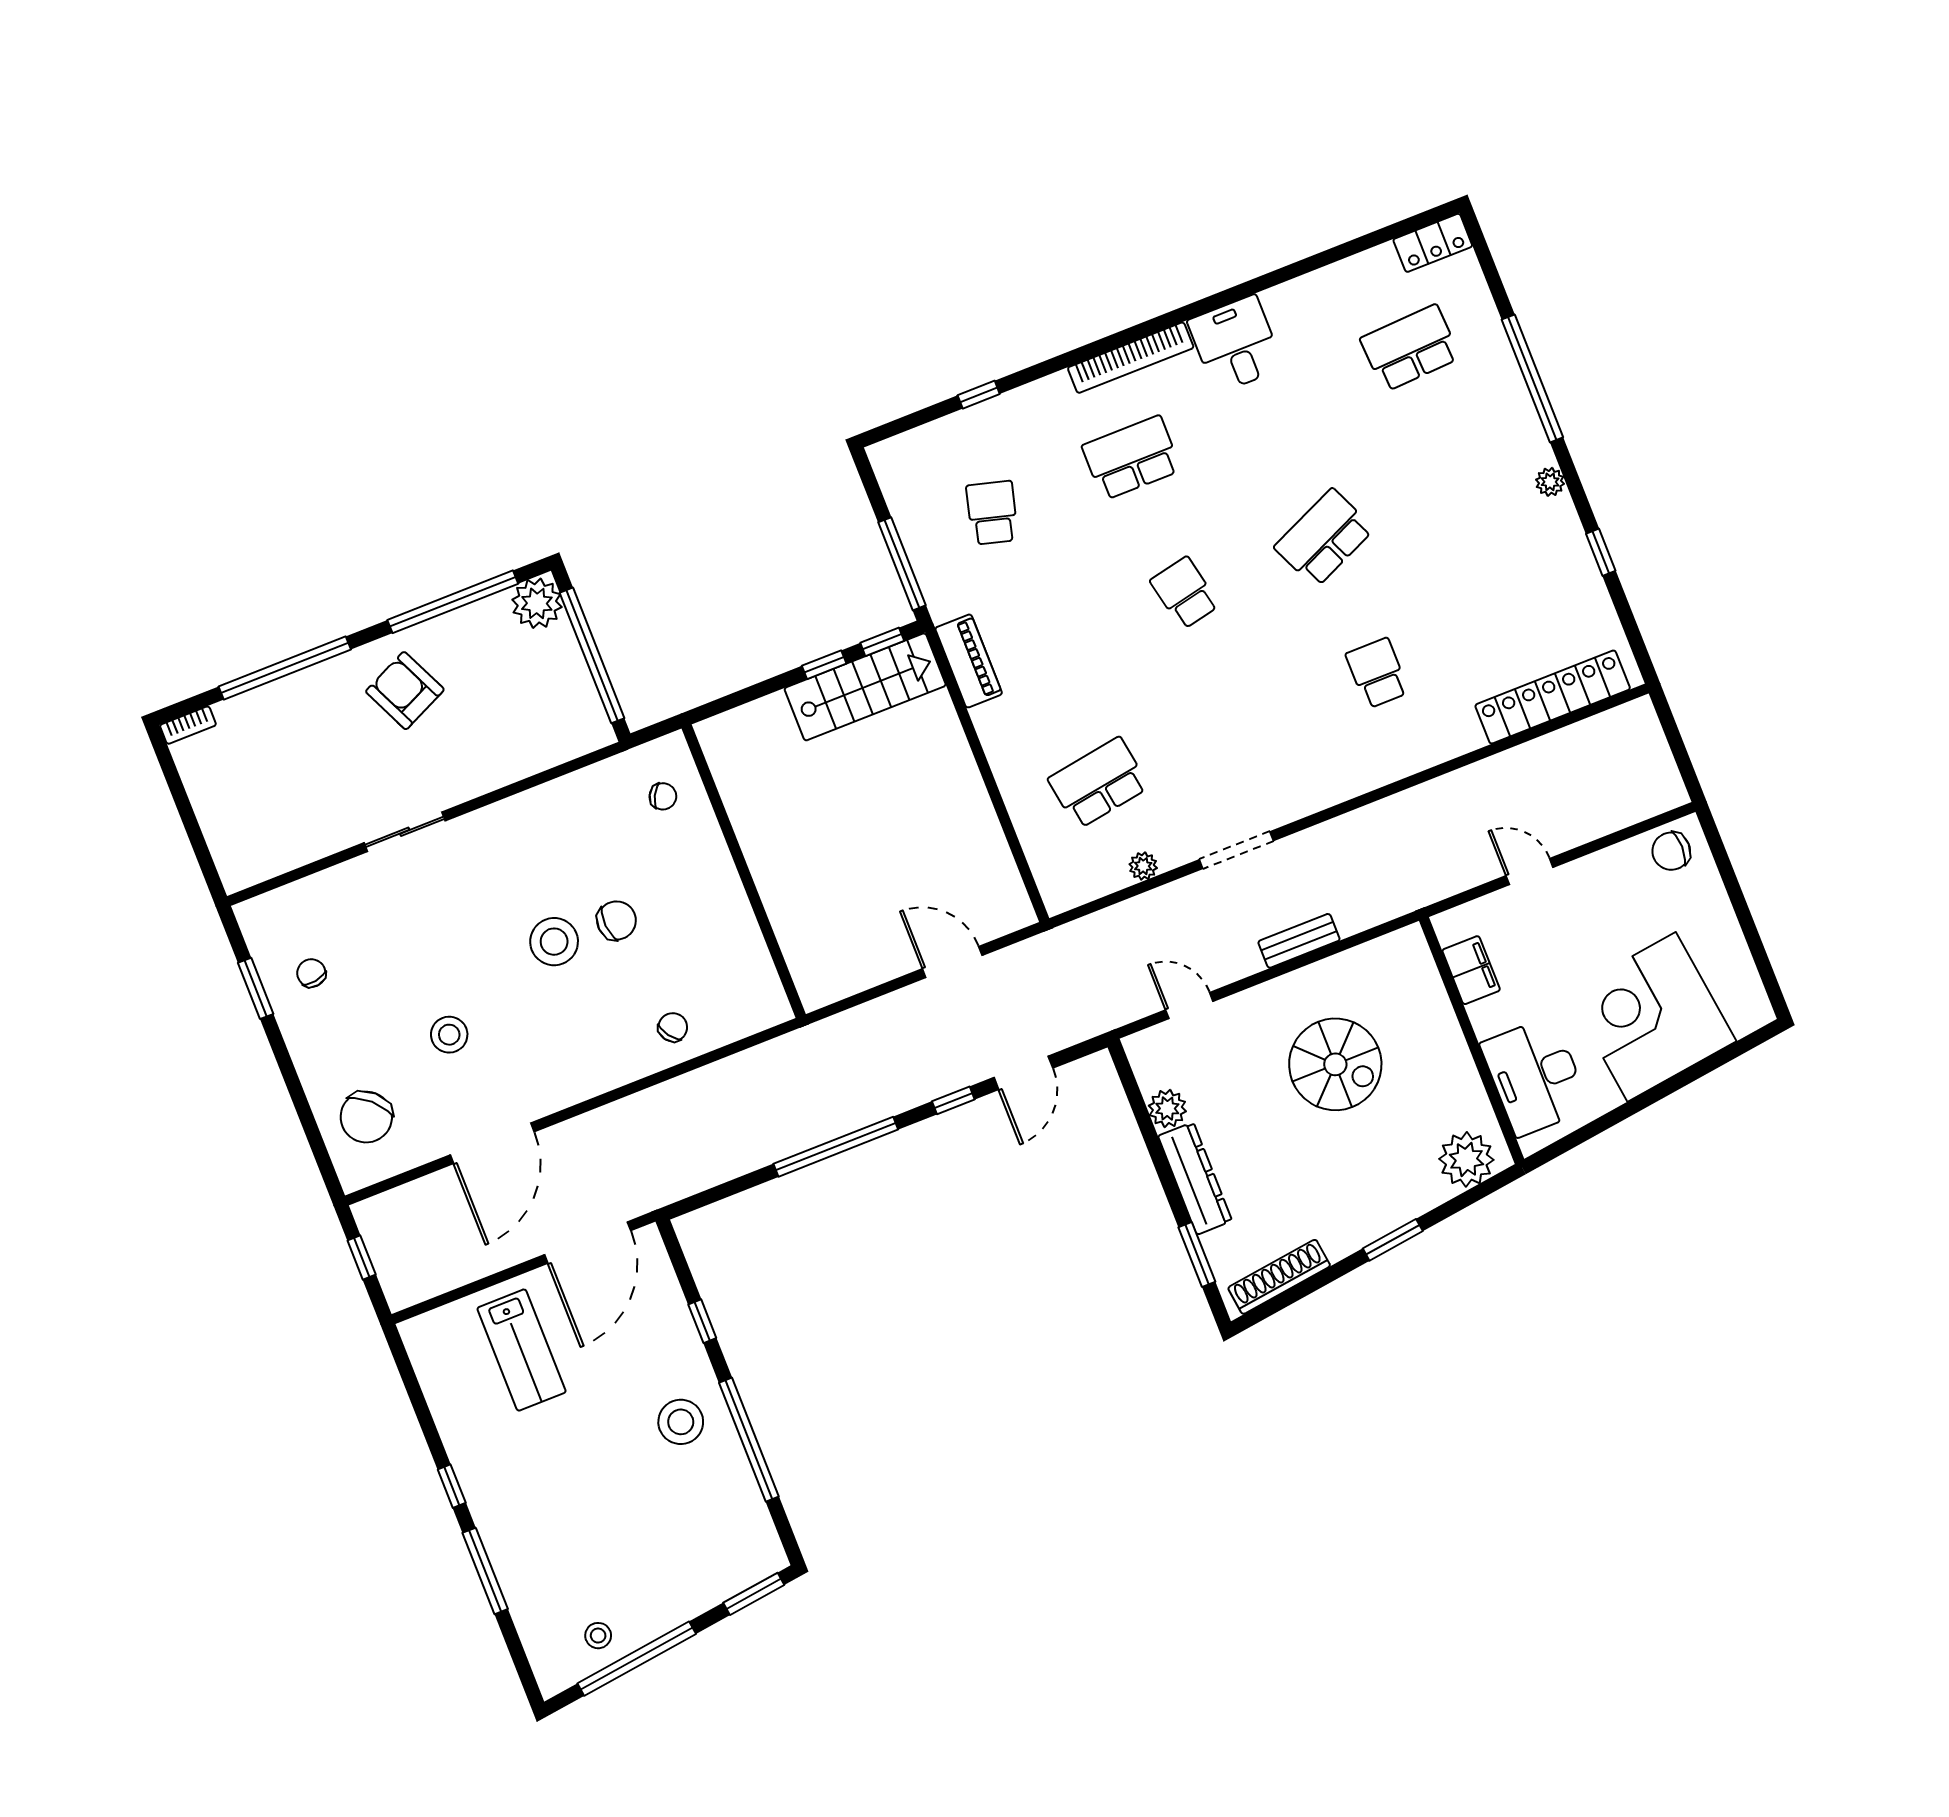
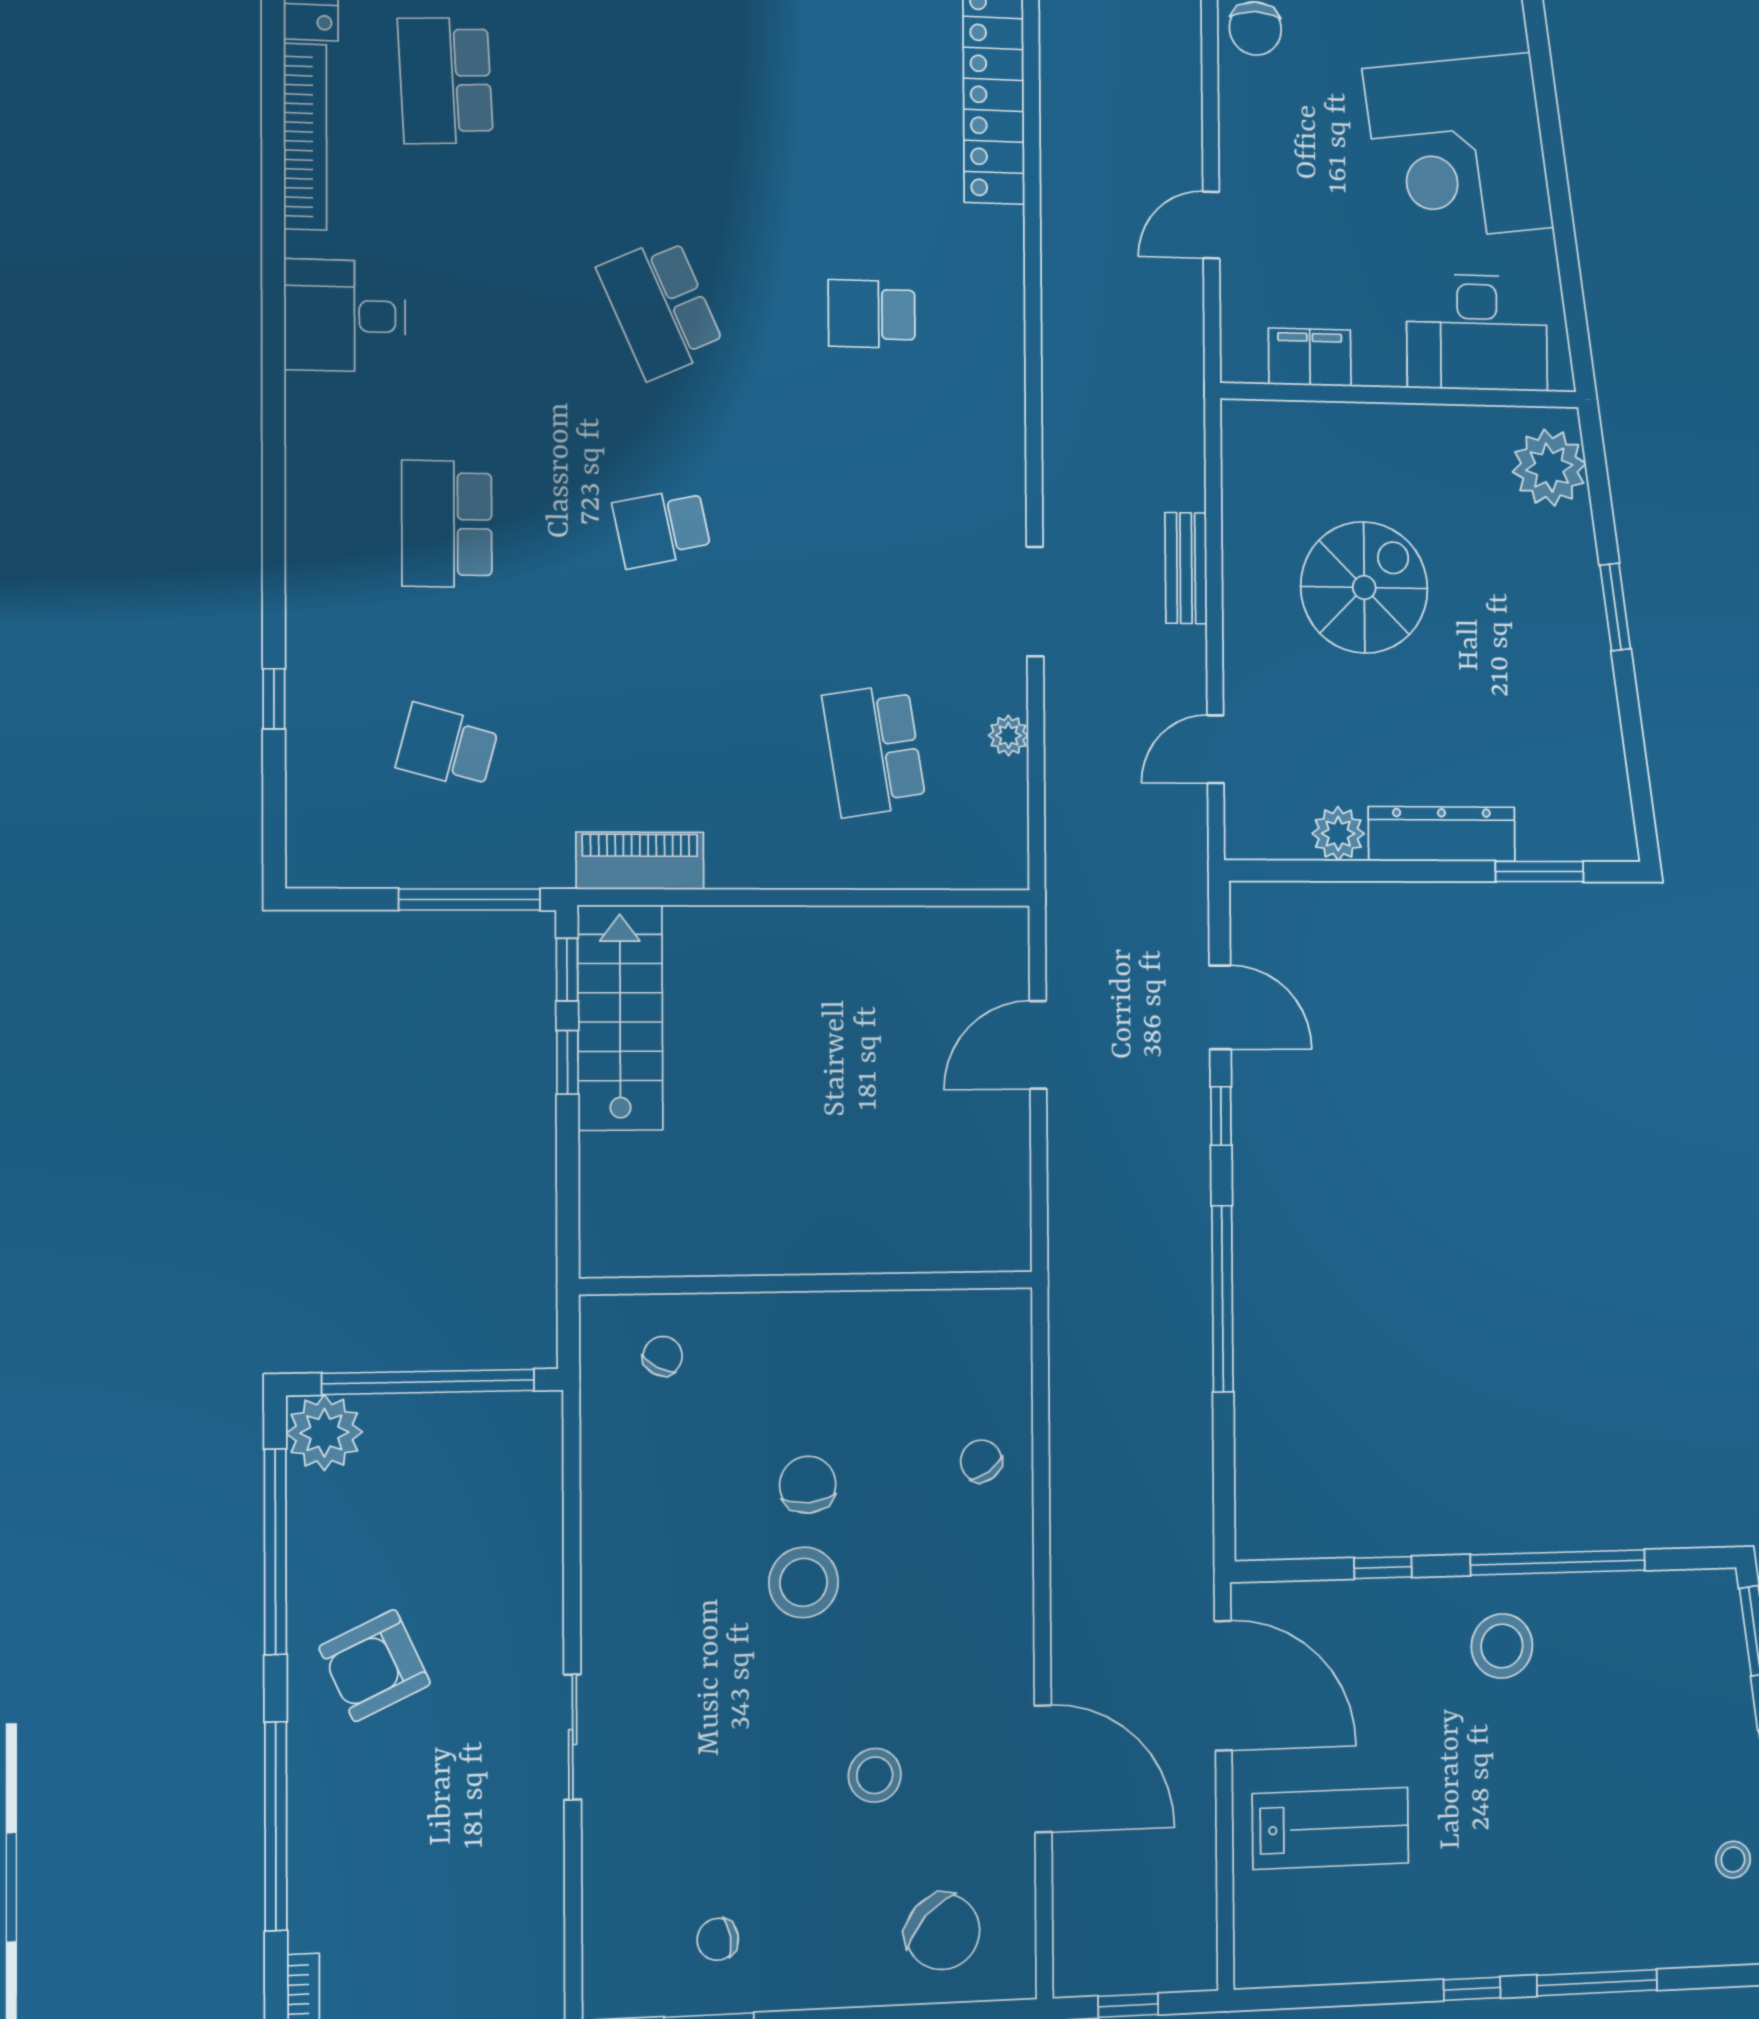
bookcase: (1131, 358) -> (305, 137), moved
shoe rack: (1279, 1277) -> (1607, 775), removed

